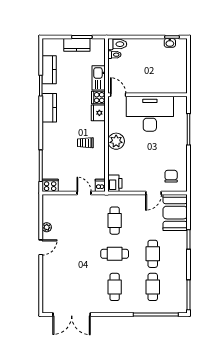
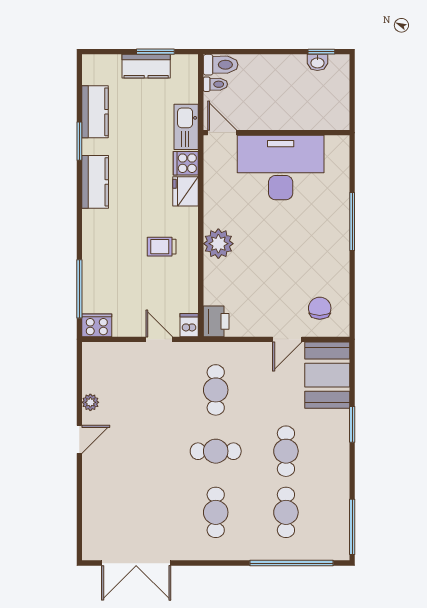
door: (118, 95) -> (222, 133), moved
wall: (148, 95) -> (276, 133), moved
desk: (150, 114) -> (281, 168), moved

